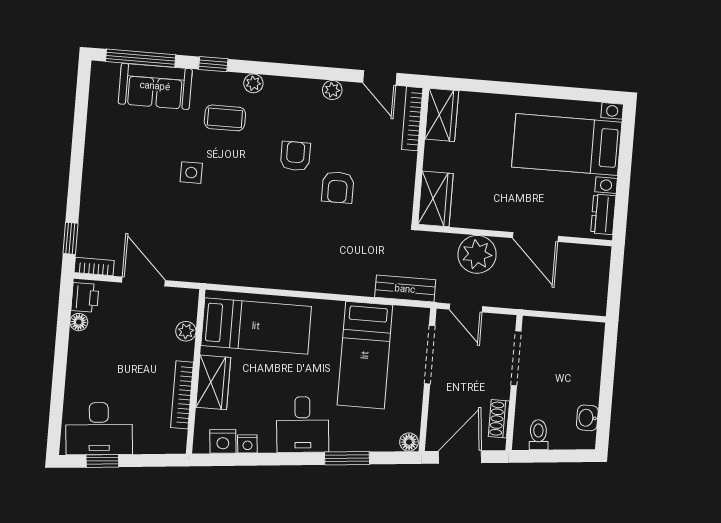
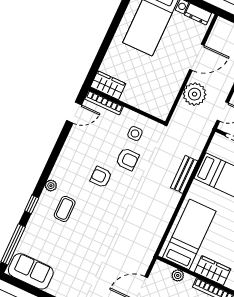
sofa: (155, 86) -> (31, 271), moved, turned -90
plant: (332, 90) -> (71, 142), removed
side table: (191, 173) -> (135, 133), moved
wardrobe: (435, 199) -> (154, 106), removed
bench: (405, 289) -> (184, 174), moved

